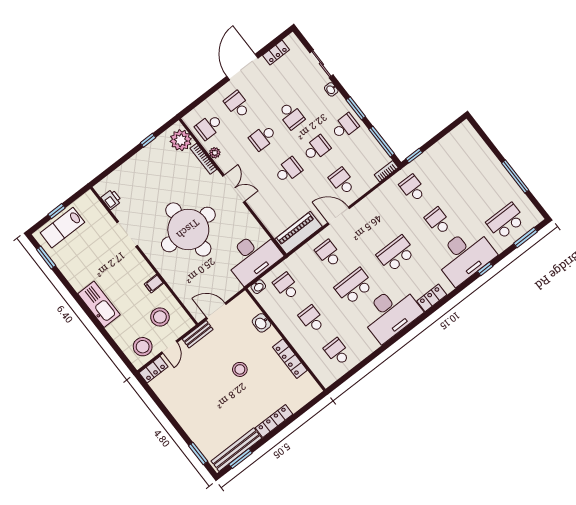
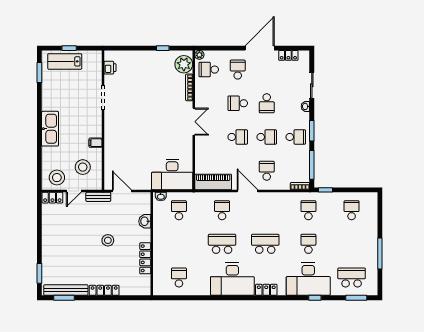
plant: (215, 153) -> (199, 55), moved
round table: (188, 229) -> (144, 125), removed
school desk: (312, 319) -> (352, 210), moved

